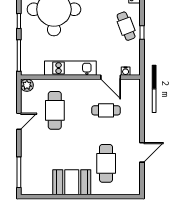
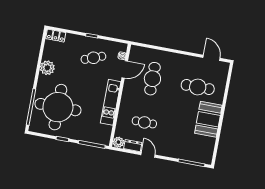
cafe table: (126, 26) -> (93, 58), moved
dresser: (26, 102) -> (133, 146), added
cafe table: (55, 110) -> (144, 122), width x0.73, depth x0.74
cafe table: (106, 110) -> (152, 79), width x1.37, depth x1.35
door: (142, 152) -> (212, 58), moved

